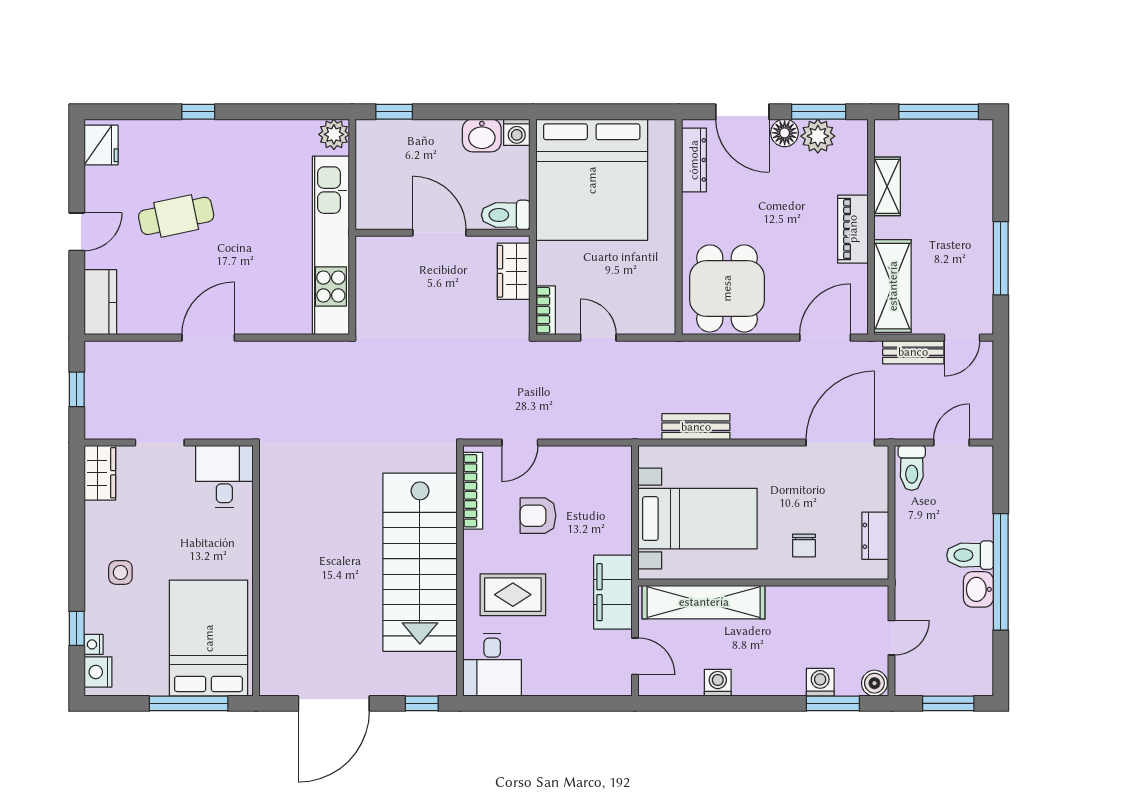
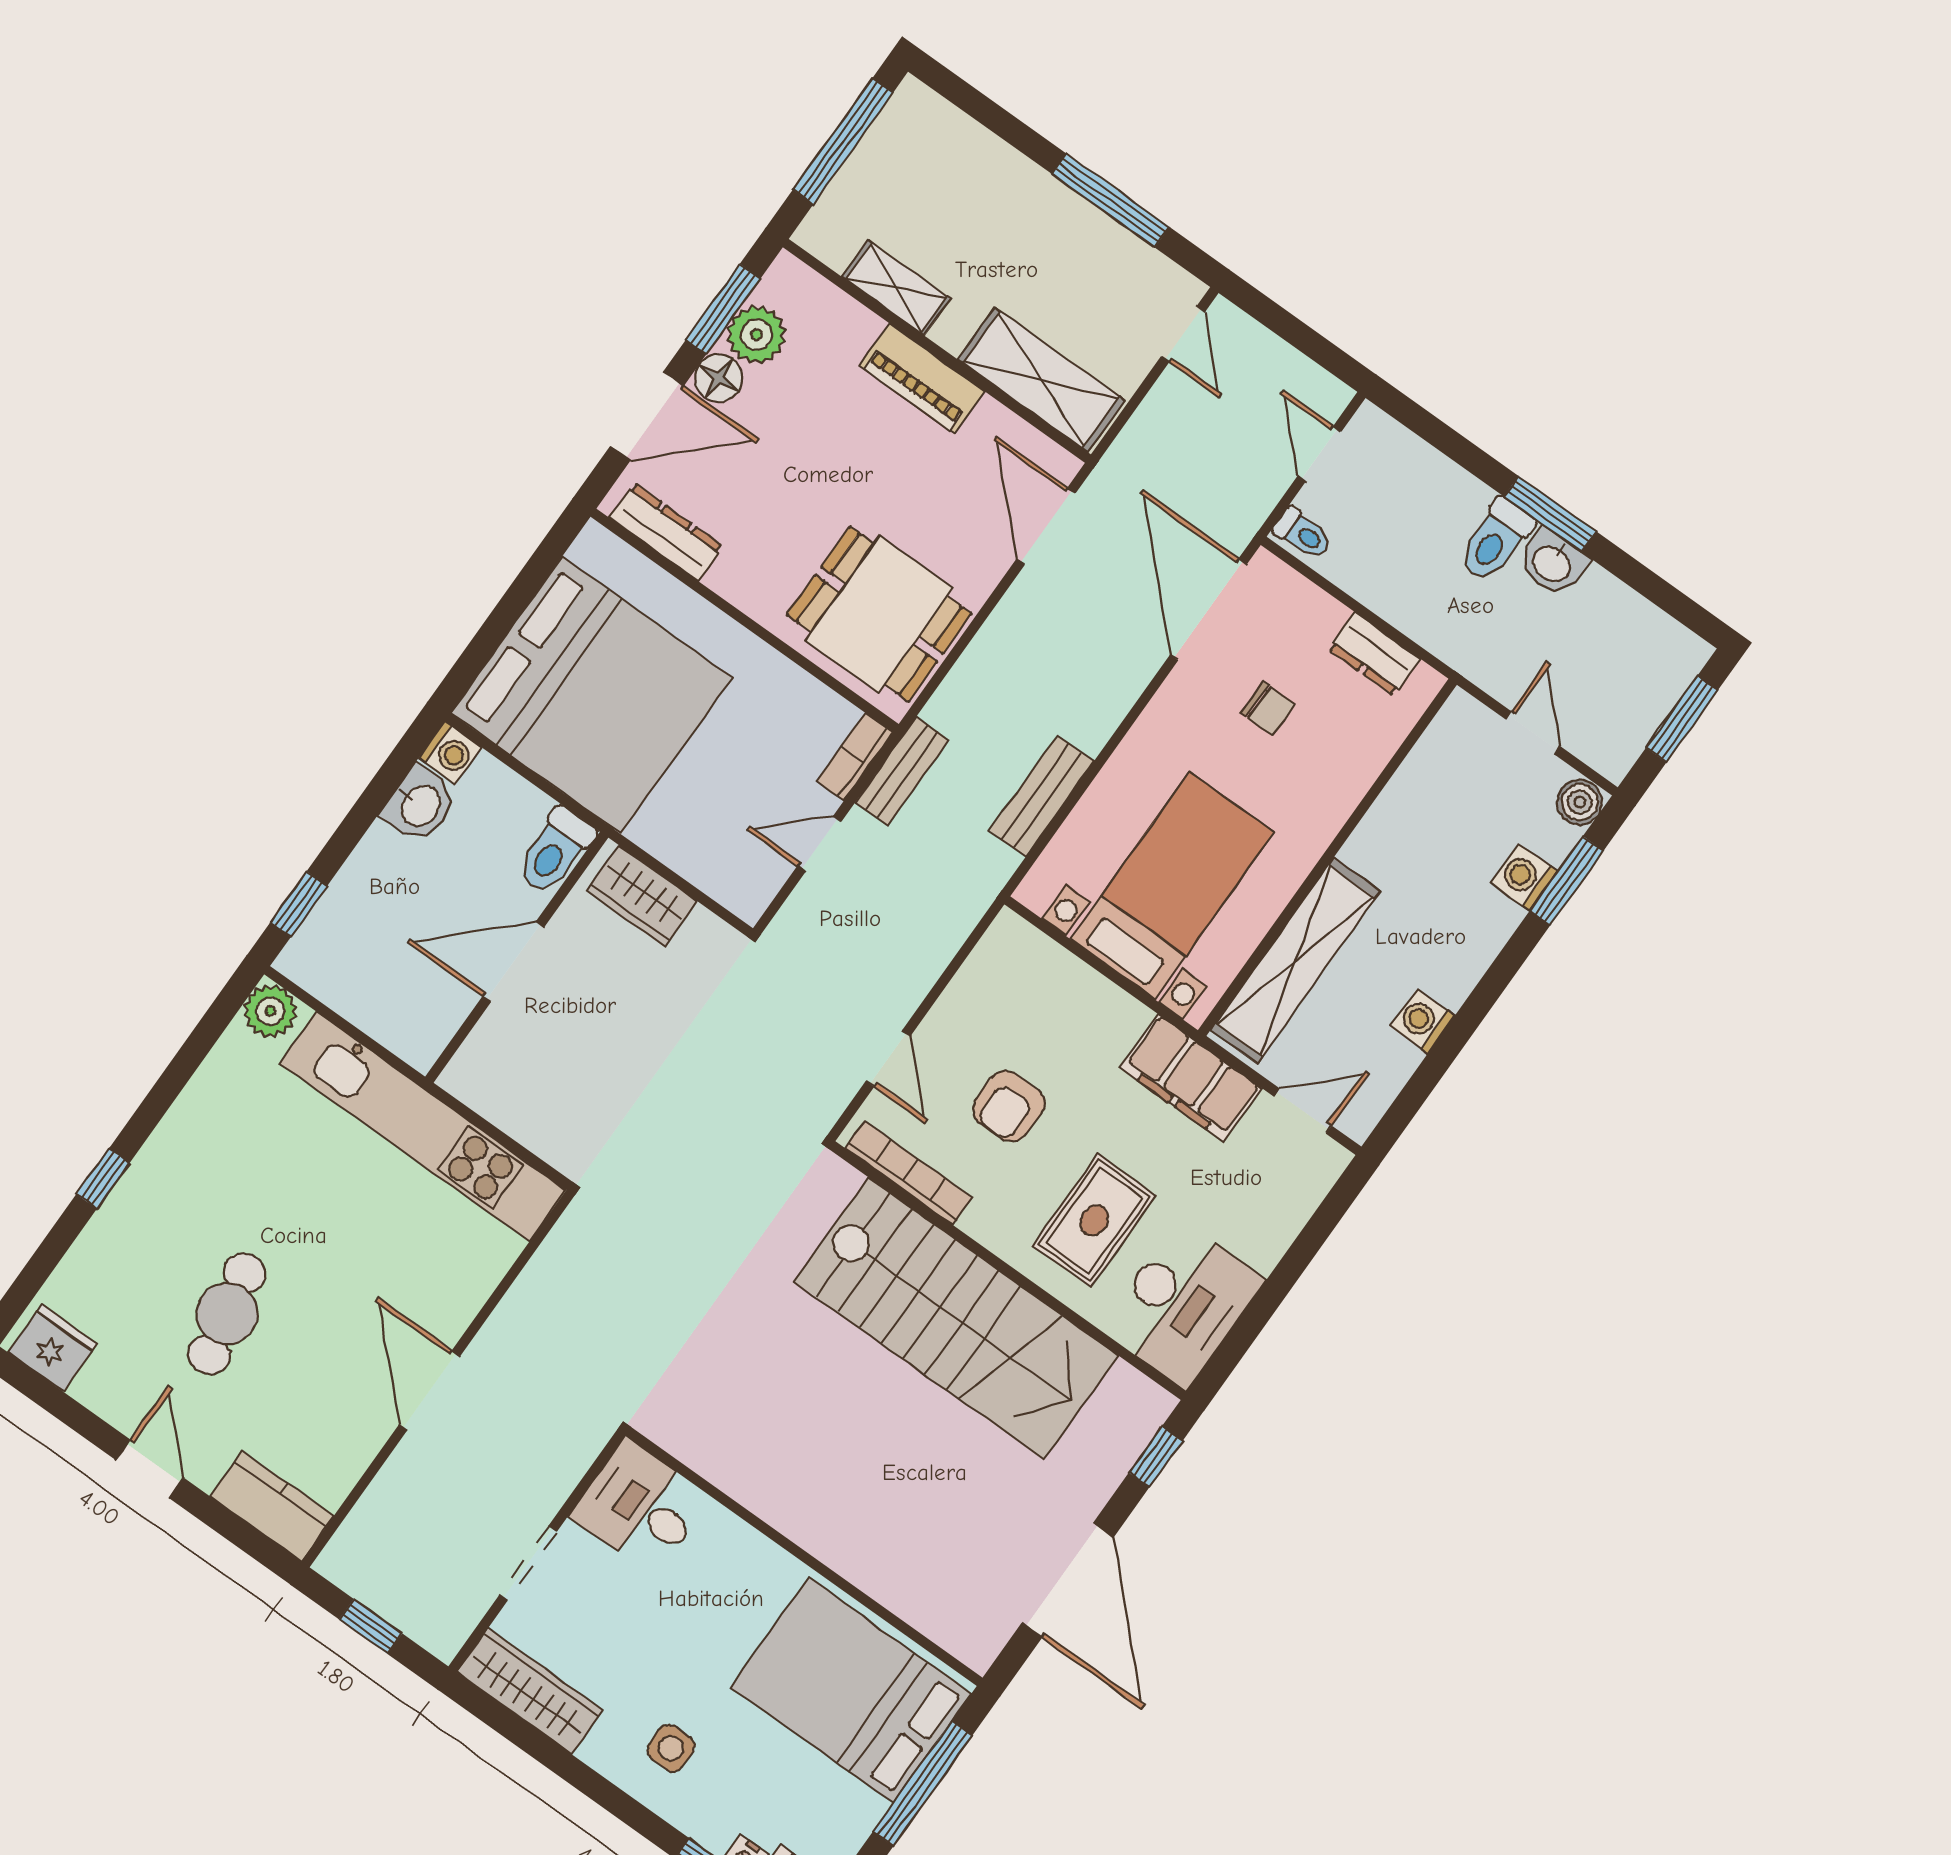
bookcase: (546, 310) -> (855, 757), moved, turned -90
bench: (913, 352) -> (902, 771), moved
toilet: (912, 468) -> (1303, 534), width x0.73, depth x0.72
wardrobe: (100, 473) -> (530, 1691), width x1.50
chair: (804, 545) -> (1268, 709), moved
window: (1001, 572) -> (1550, 514), width x0.47
desk: (492, 665) -> (1183, 1304), width x1.37

